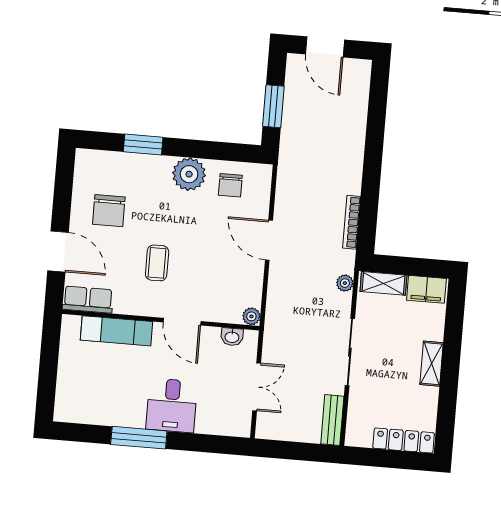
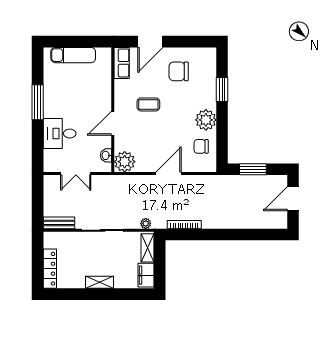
plant: (251, 316) -> (125, 162), width x1.88, depth x1.88
exam couch: (117, 331) -> (73, 55), moved, turned -90
desk: (172, 405) -> (60, 134), moved

